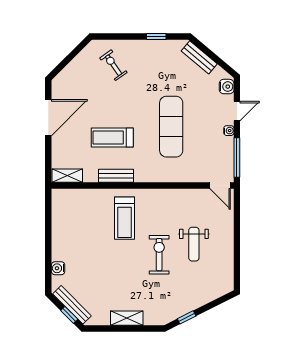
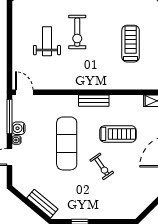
exercise bike: (113, 65) -> (102, 166), moved
water cooler: (227, 87) -> (19, 128), moved
bench: (116, 176) -> (94, 101), moved
treadmill: (124, 218) -> (131, 44), moved

